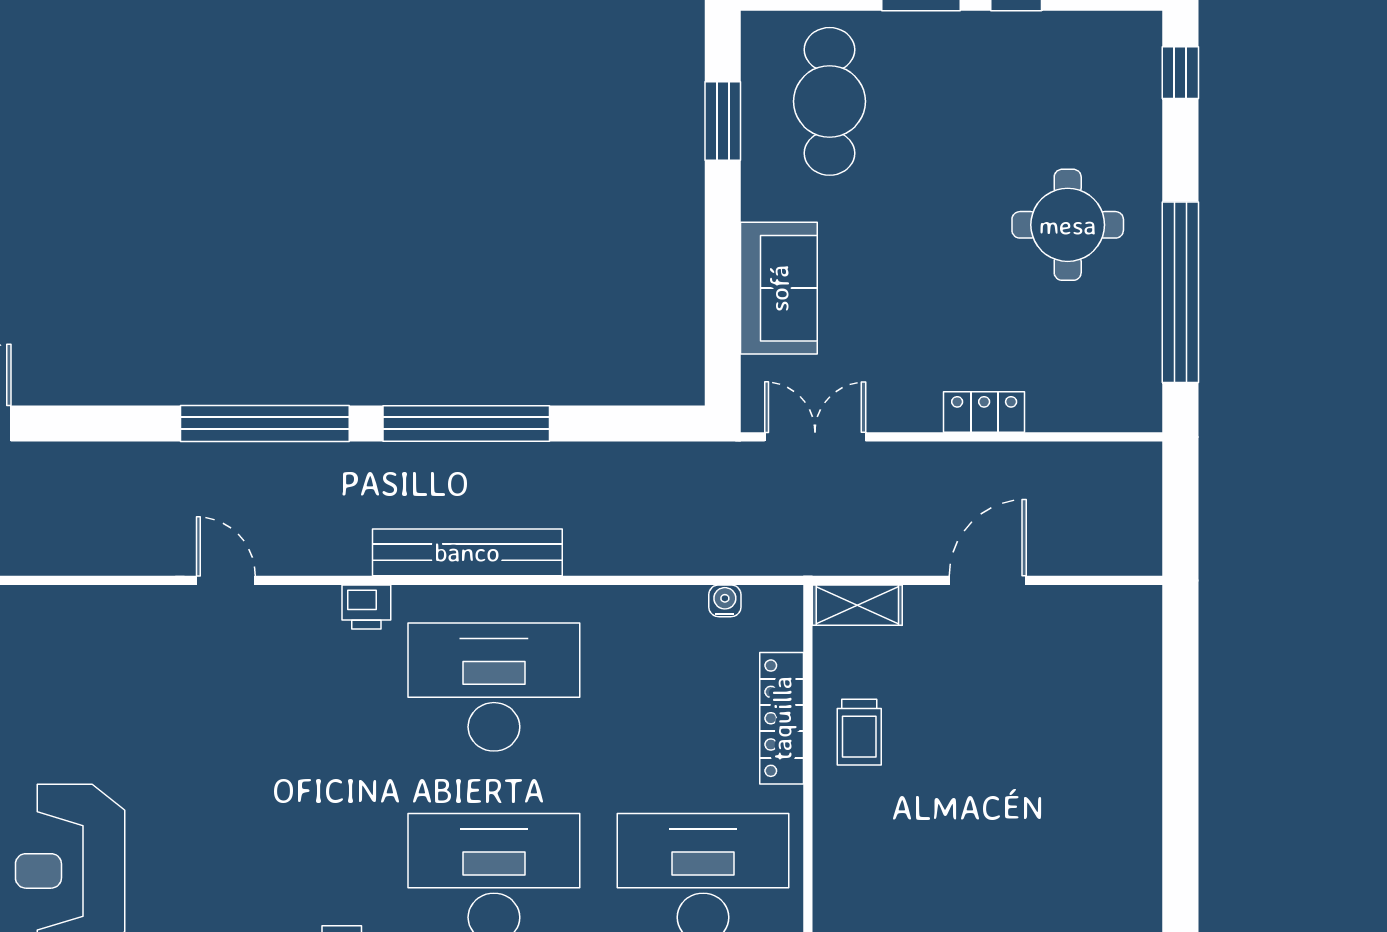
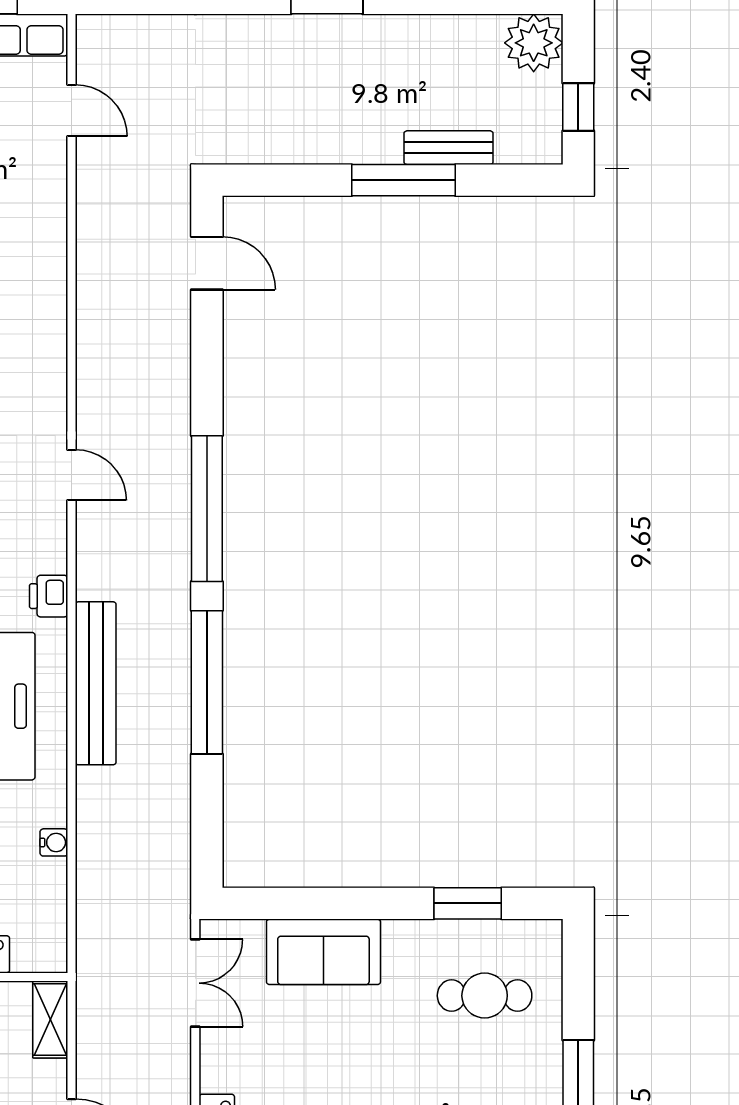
cafe table: (830, 101) -> (485, 996), width x0.73, depth x0.74
door: (226, 580) -> (71, 475), hinge flipped
water cooler: (725, 601) -> (54, 842), moved

